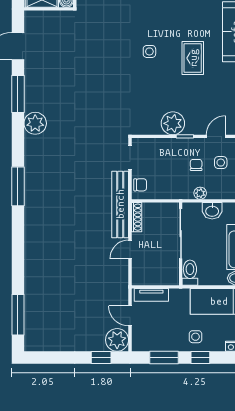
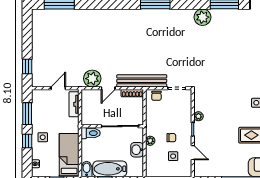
plant: (173, 123) -> (198, 116), width x0.53, depth x0.53
door: (130, 249) -> (108, 88), swing flipped
plant: (117, 340) -> (92, 79), moved

